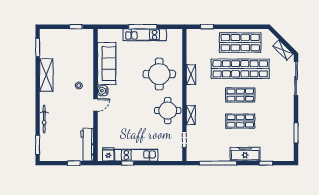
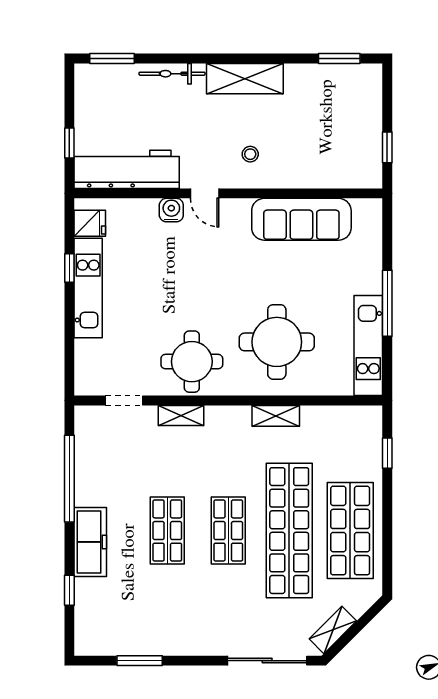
kitchen unit: (145, 35) -> (368, 346), moved
shelving: (46, 75) -> (245, 79), moved
water cooler: (103, 91) -> (171, 210), moved
workbench: (87, 145) -> (127, 169), width x1.36, depth x1.32

